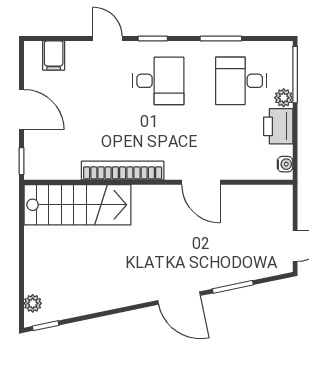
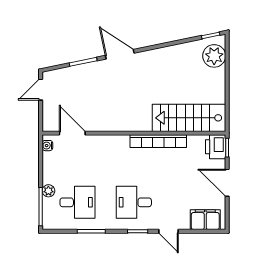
filing cabinet: (54, 55) -> (205, 220), width x2.00
printer: (278, 126) -> (216, 147), moved, turned 180
door: (201, 182) -> (72, 133), moved
plant: (33, 303) -> (214, 56), width x1.88, depth x1.88

